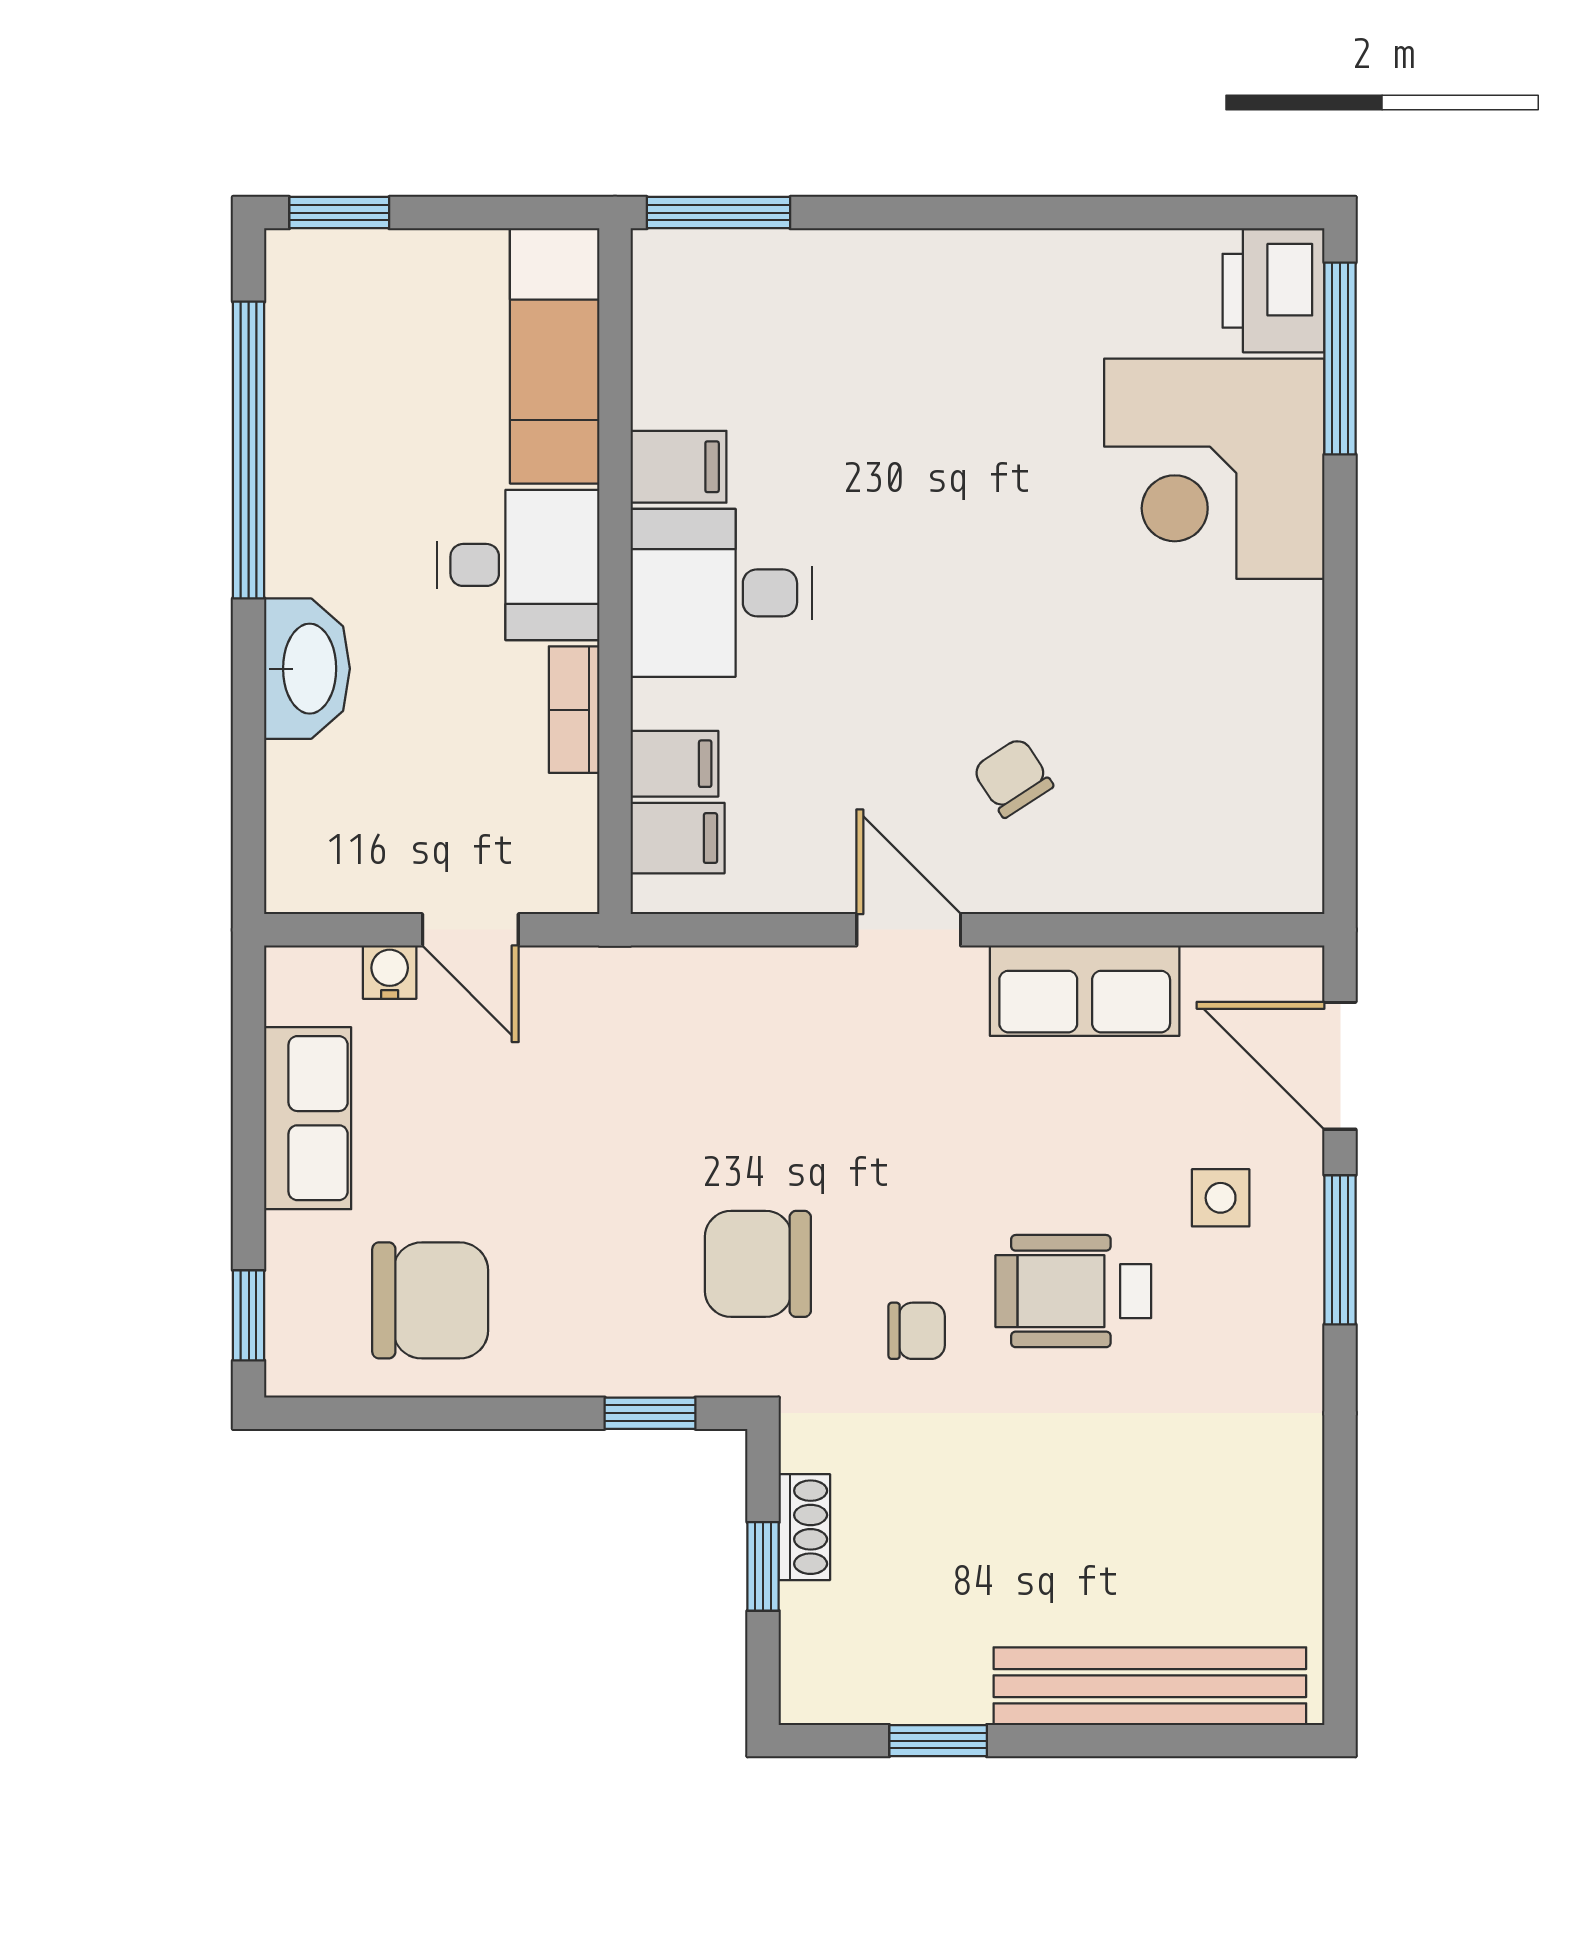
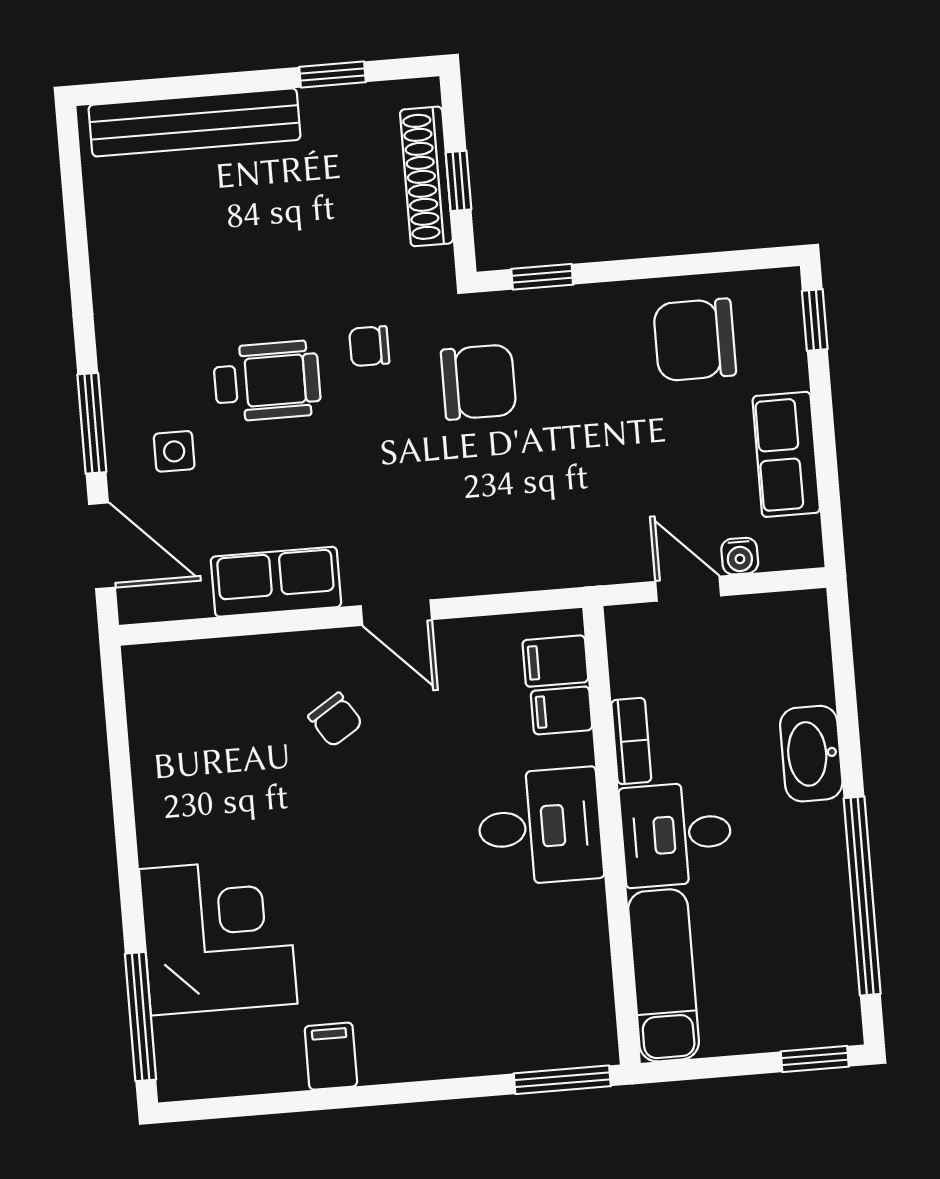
printer: (1274, 291) -> (189, 1058), removed
filing cabinet: (678, 467) -> (331, 1056), moved, turned 90
shoe rack: (804, 1527) -> (426, 176), width x1.94, depth x1.24

